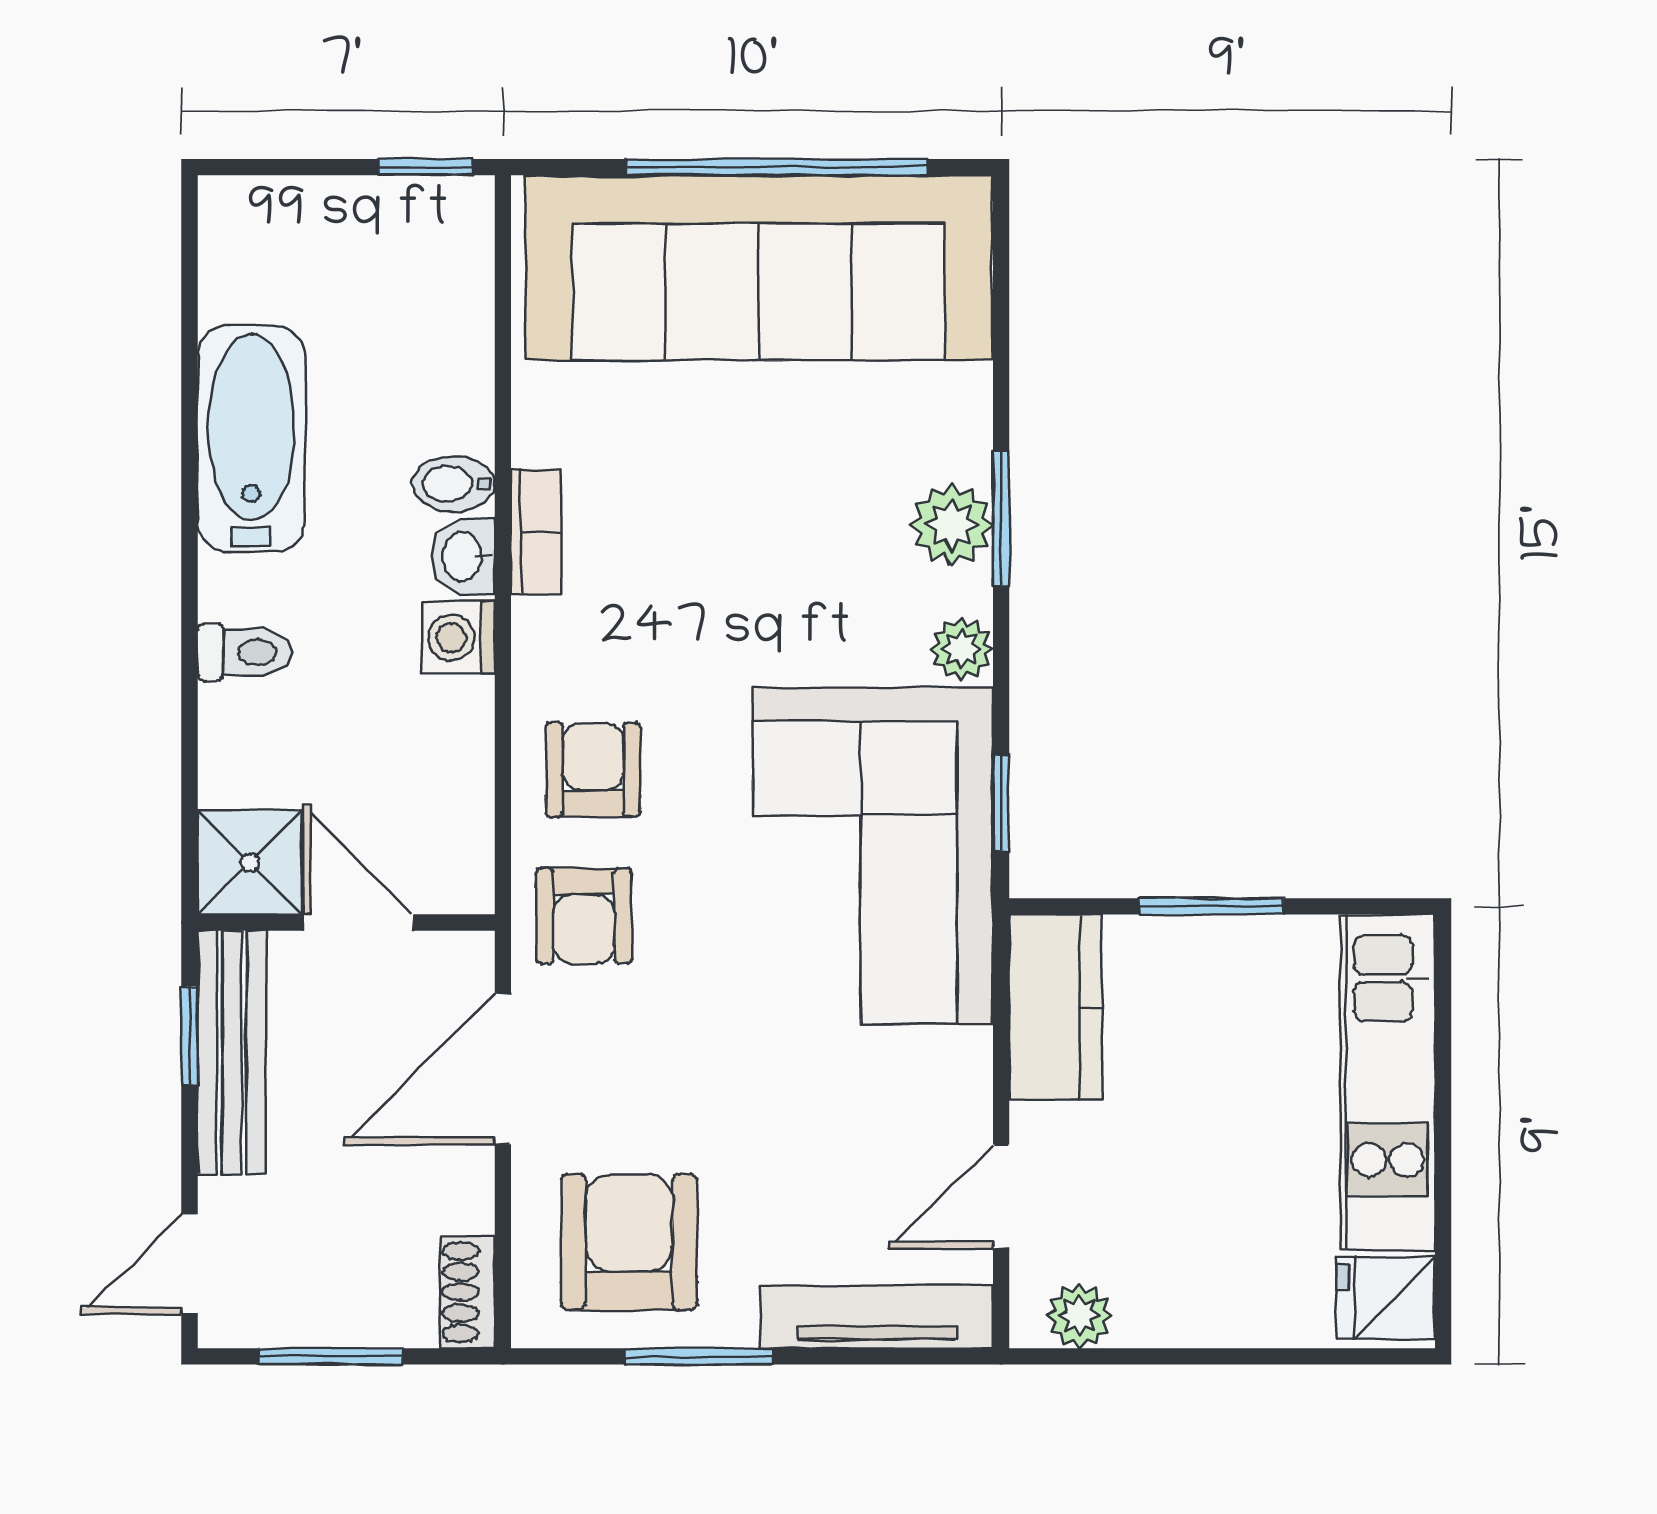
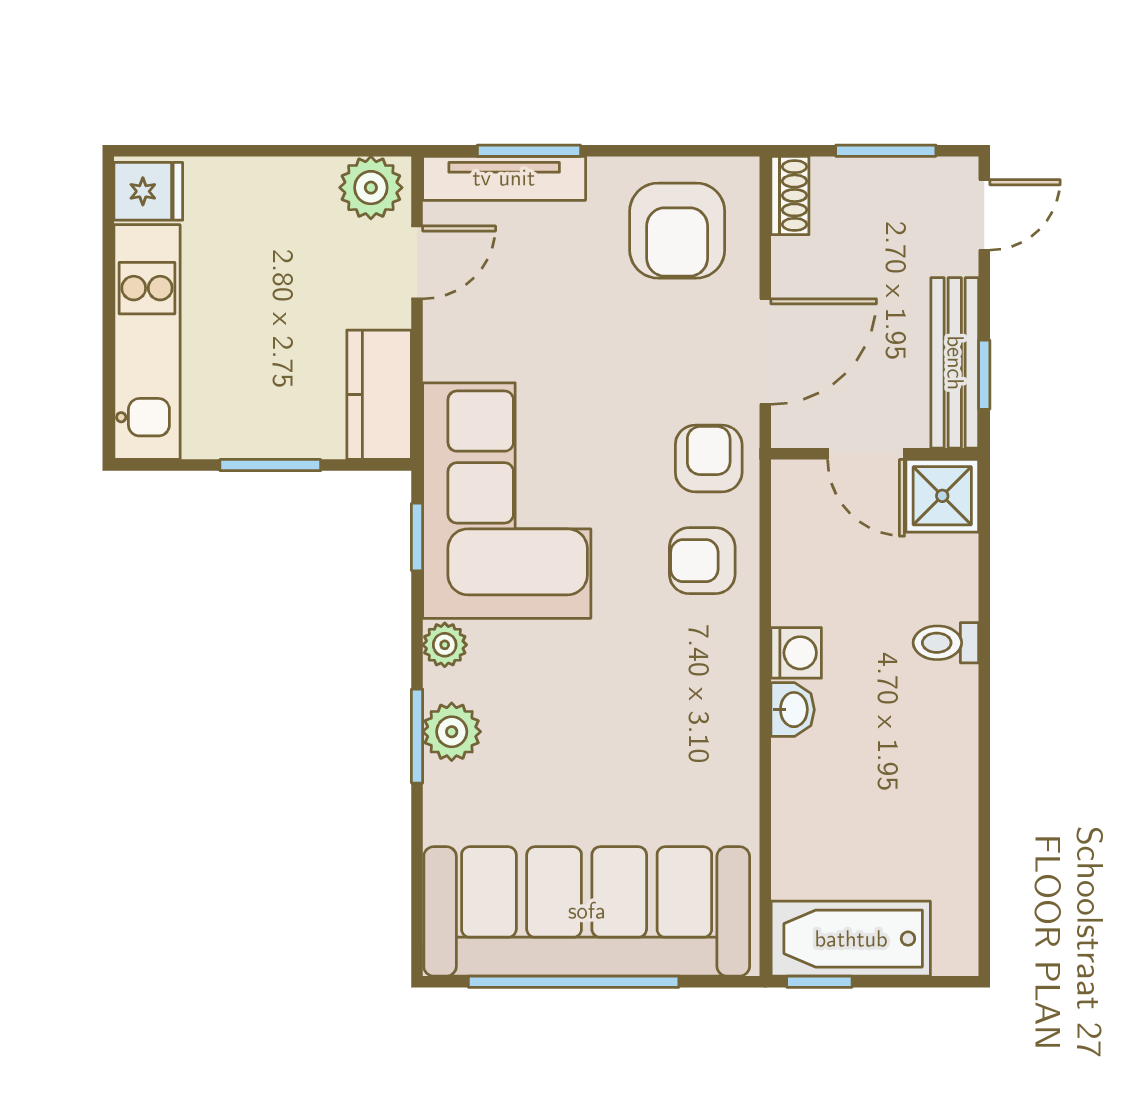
bathtub: (251, 439) -> (851, 939), moved, turned 90
bidet: (454, 484) -> (800, 760), removed
bookcase: (536, 532) -> (742, 727), removed
armchair: (593, 770) -> (702, 561), turned 90
plant: (1080, 1316) -> (371, 188), width x1.38, depth x1.38
window: (699, 1356) -> (529, 151), moved

